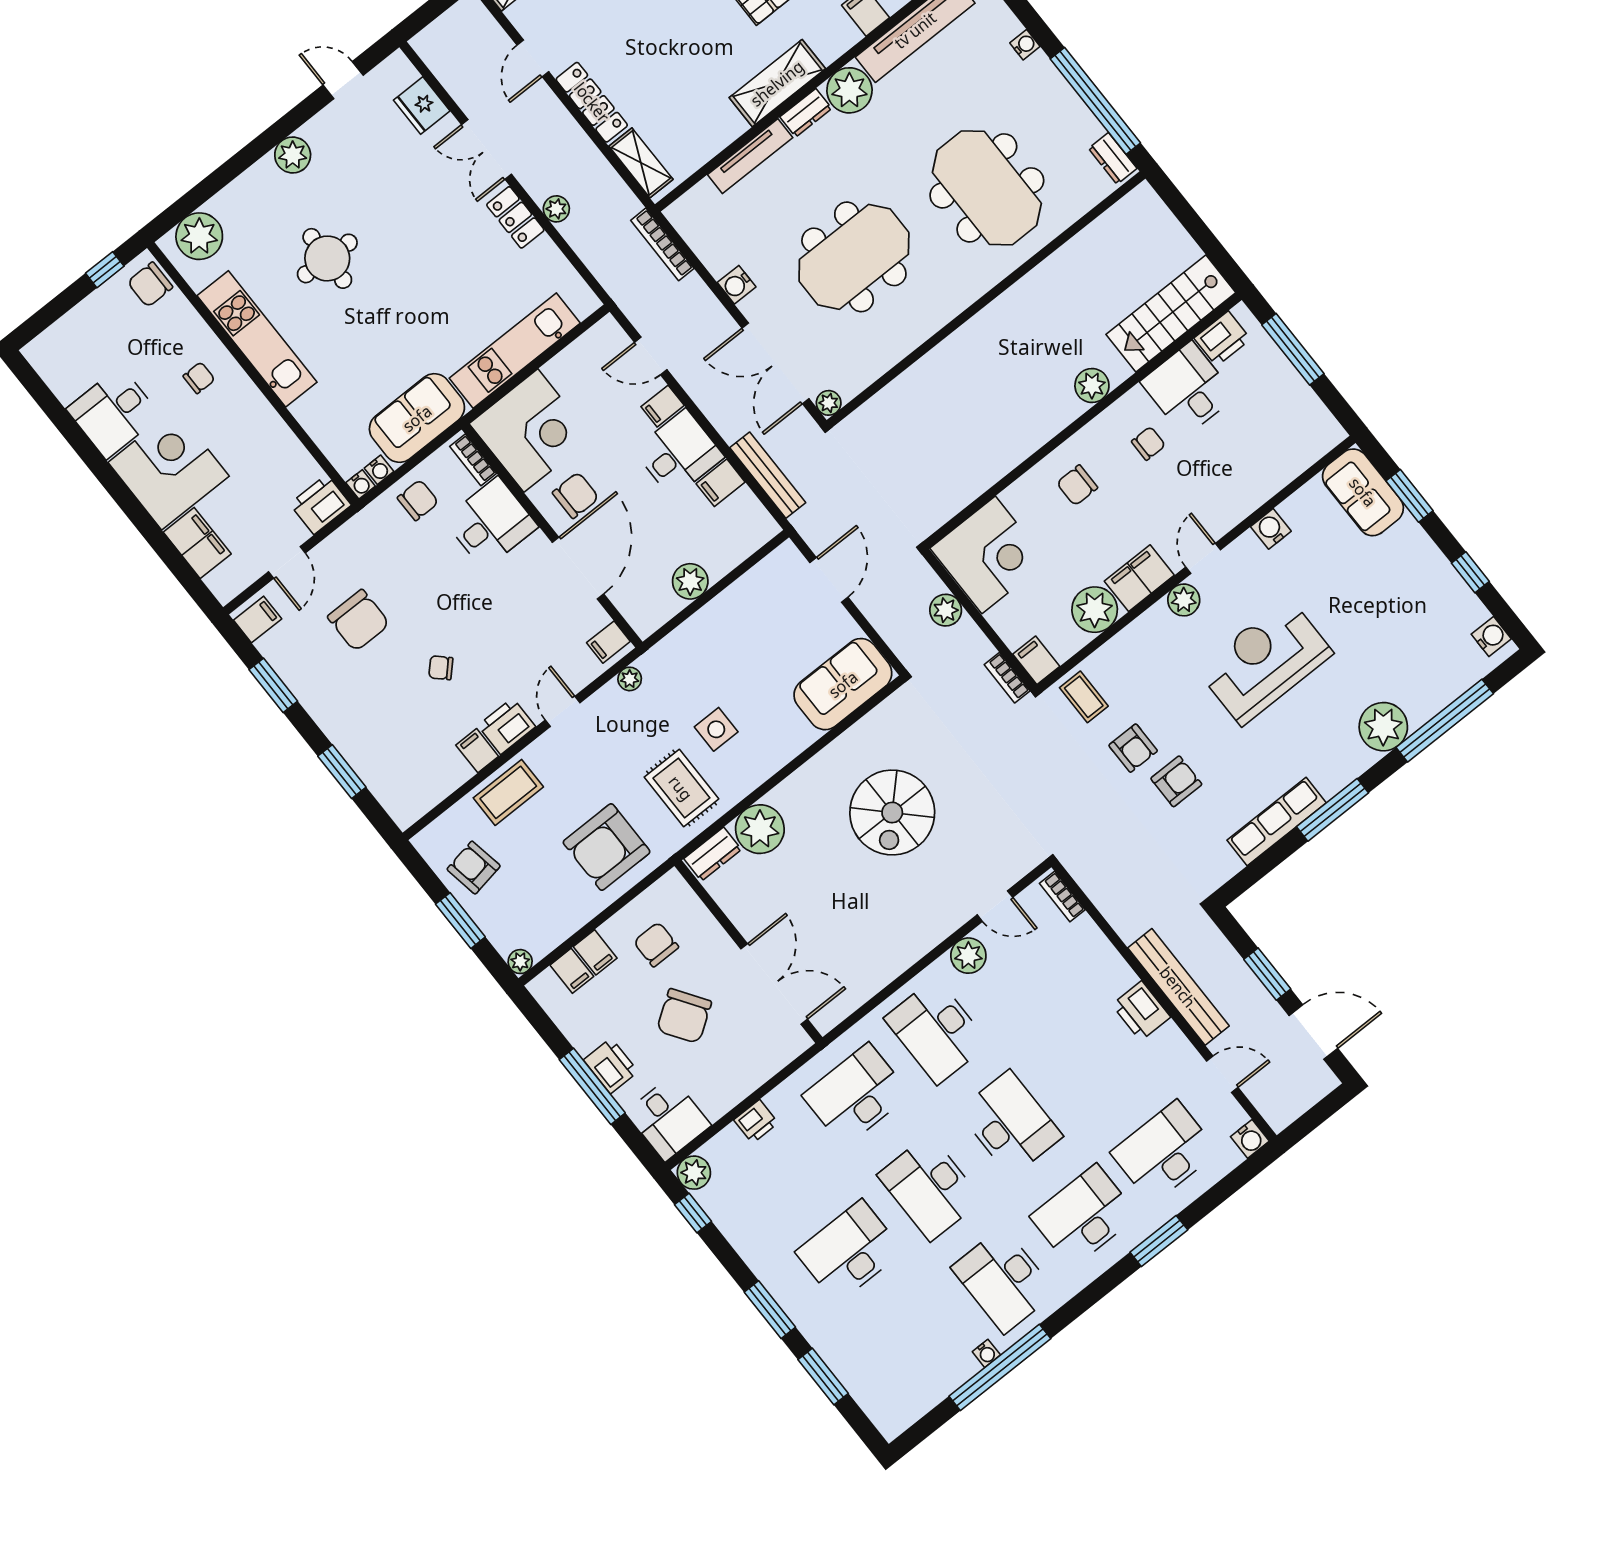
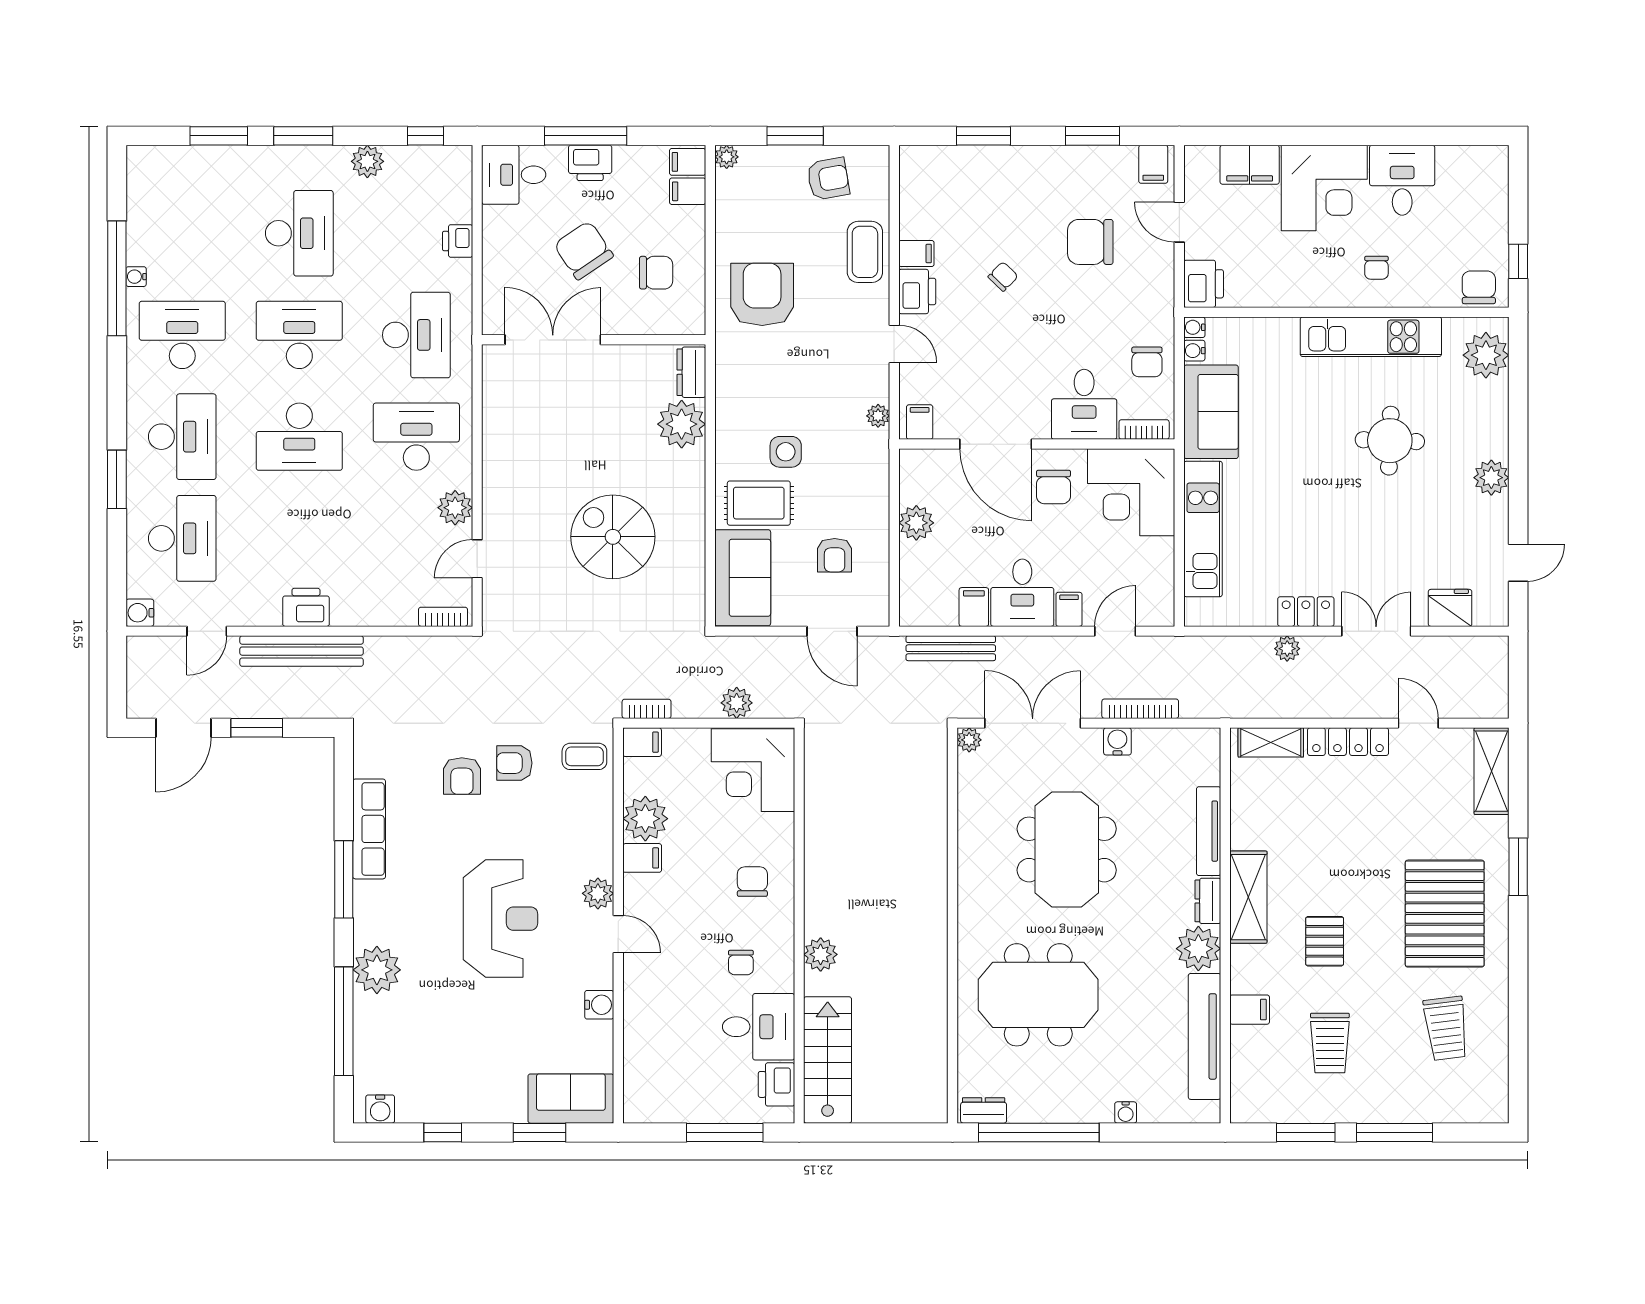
bookcase: (662, 244) -> (1140, 709), moved
filing cabinet: (1139, 578) -> (642, 858), width x0.50
armchair: (767, 626) -> (835, 555), added
rug: (681, 788) -> (759, 503), moved
filing cabinet: (595, 952) -> (688, 162), moved
double door: (774, 984) -> (553, 340), swing flipped
plant: (694, 1173) -> (367, 161), moved

